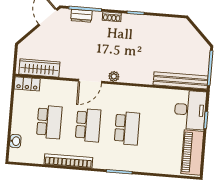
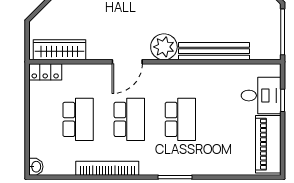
plant: (114, 76) -> (164, 47), width x1.88, depth x1.88
bench: (181, 80) -> (214, 51), moved
desk: (190, 110) -> (261, 96), width x0.73
washbasin: (15, 141) -> (36, 167), moved

